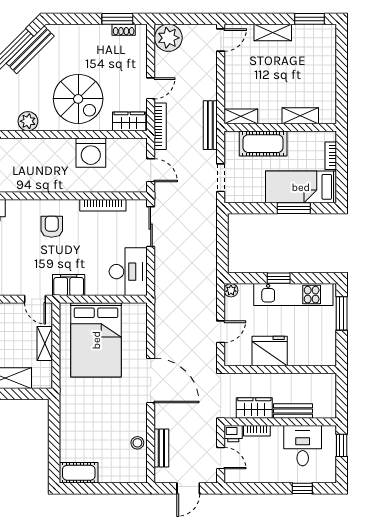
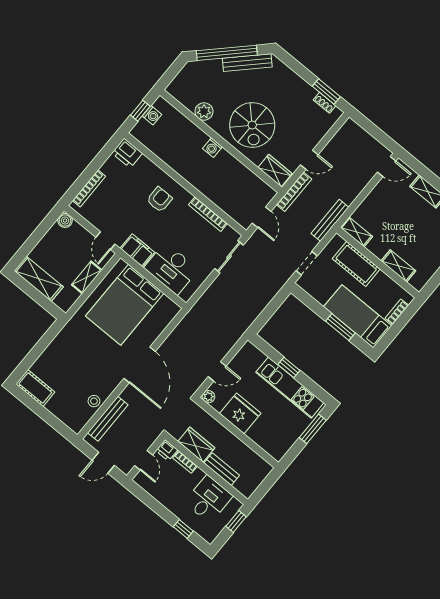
plant: (168, 38) -> (351, 134), removed
washing machine: (91, 153) -> (212, 148), moved, width x0.53, depth x0.53
desk: (128, 272) -> (171, 269), moved, turned 90
plant: (231, 290) -> (208, 397), moved
bench: (161, 448) -> (108, 419), width x1.36

